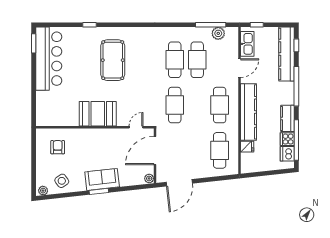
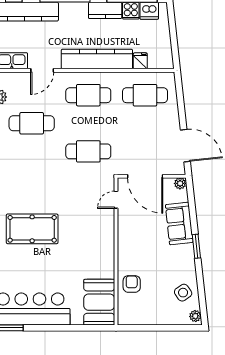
cafe table: (175, 60) -> (32, 151), removed
door: (239, 68) -> (42, 70), swing flipped
booth: (98, 114) -> (99, 302), moved
door: (136, 127) -> (116, 200), hinge flipped
armchair: (58, 147) -> (132, 284), moved, turned 90
sofa: (102, 179) -> (179, 223), moved

